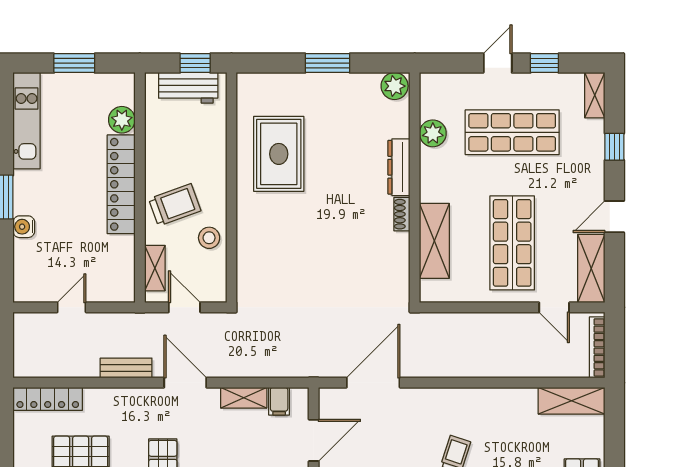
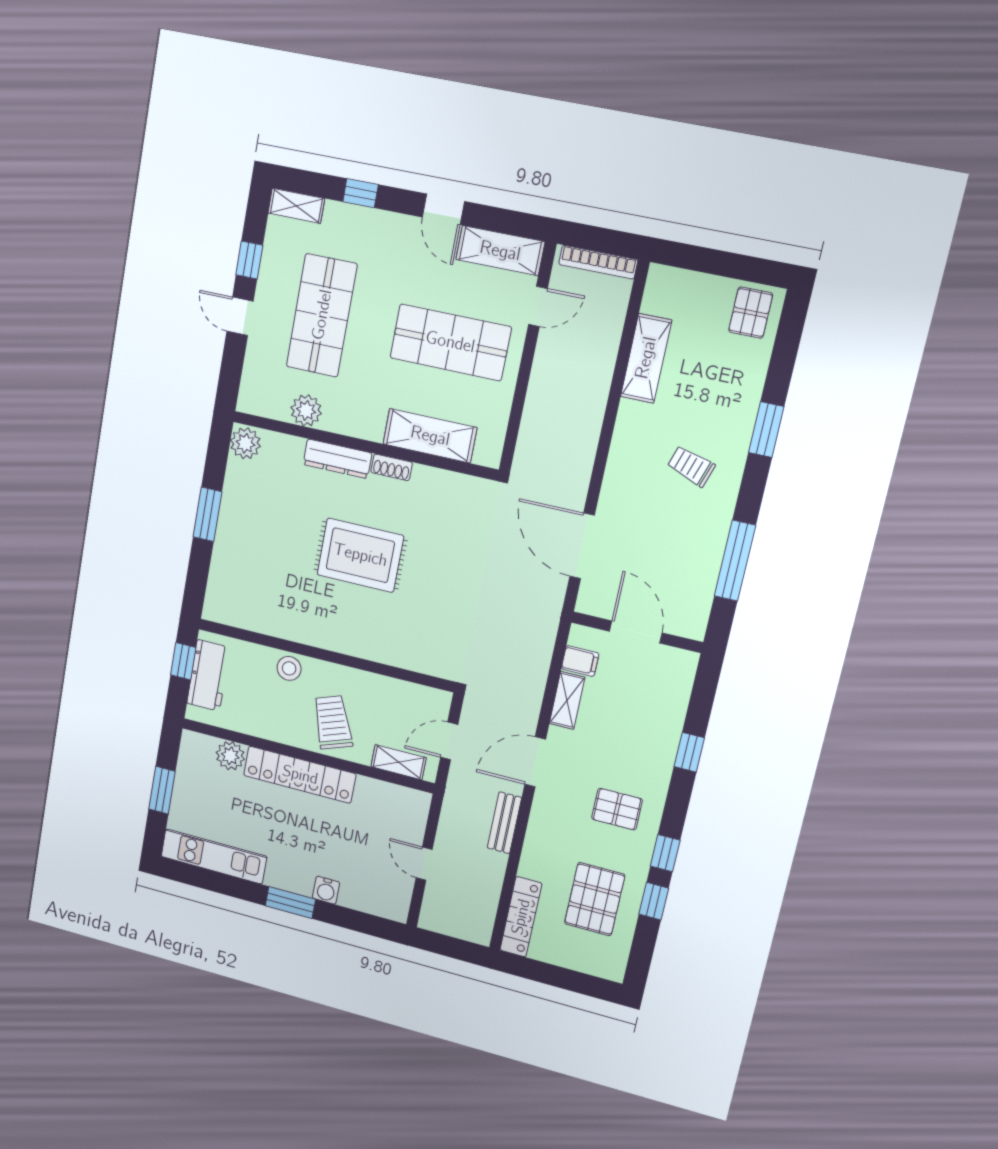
rug: (279, 154) -> (360, 555), moved
stool: (209, 238) -> (289, 668), moved
shelving: (572, 401) -> (646, 358), moved

